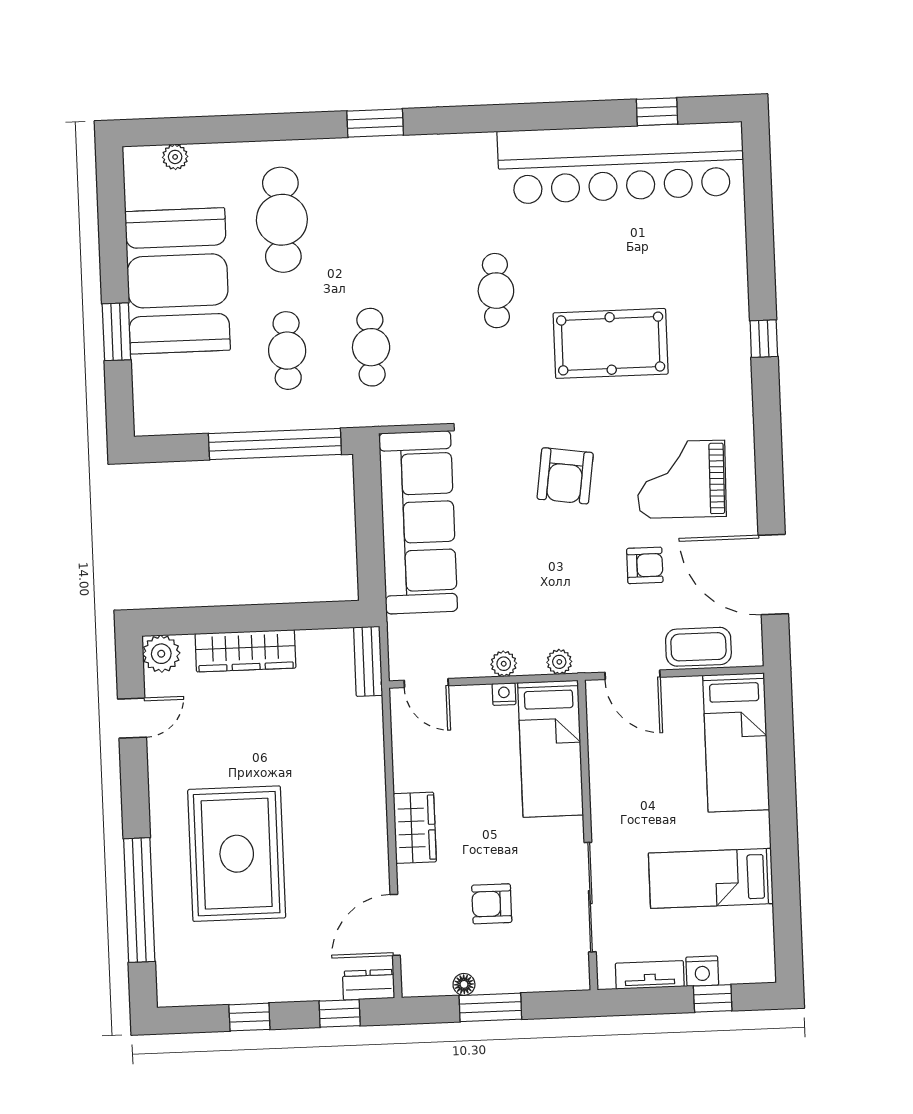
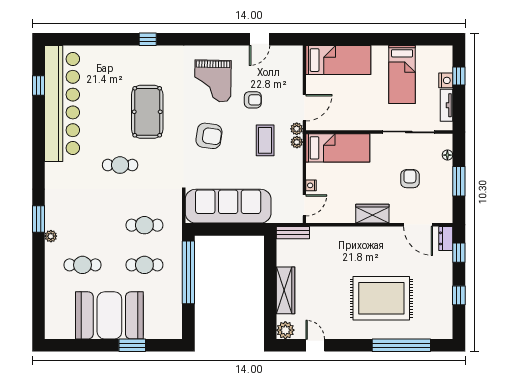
plant: (175, 157) -> (51, 236), moved
cafe table: (282, 220) -> (82, 265), width x0.73, depth x0.74
armchair: (645, 565) -> (253, 100), turned 90
door: (773, 574) -> (260, 39), width x0.53
coffee table: (698, 647) -> (265, 140), moved
plant: (504, 664) -> (297, 129), moved
nightstand: (504, 694) -> (311, 185), moved
armchair: (492, 904) -> (410, 179), turned 180
floor lamp: (464, 984) -> (447, 155), moved

